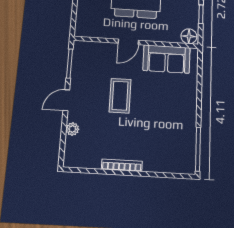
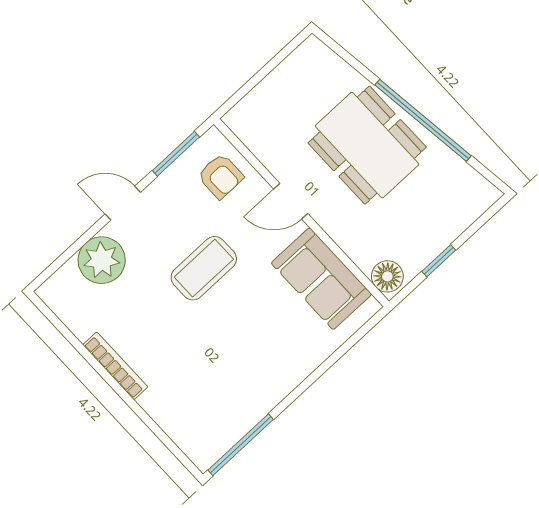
armchair: (94, 56) -> (221, 176), added
plant: (72, 129) -> (102, 260), width x1.87, depth x1.87

